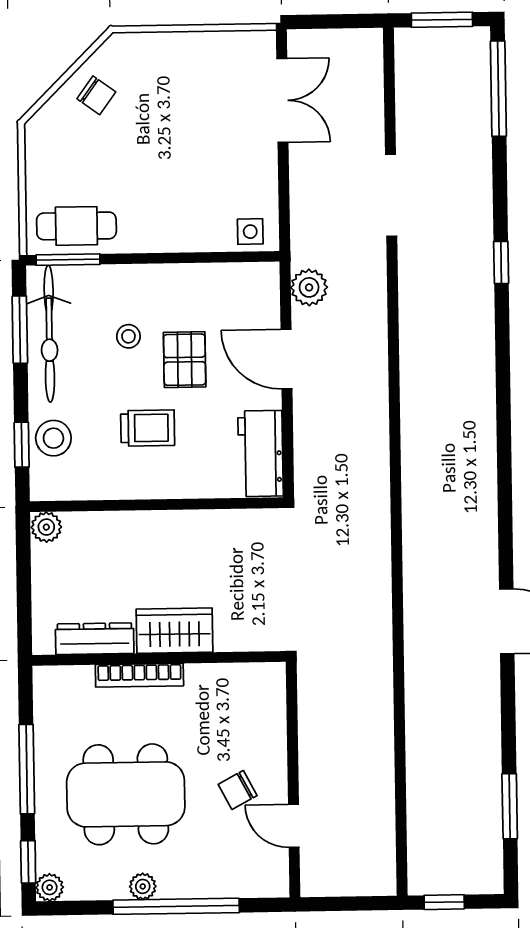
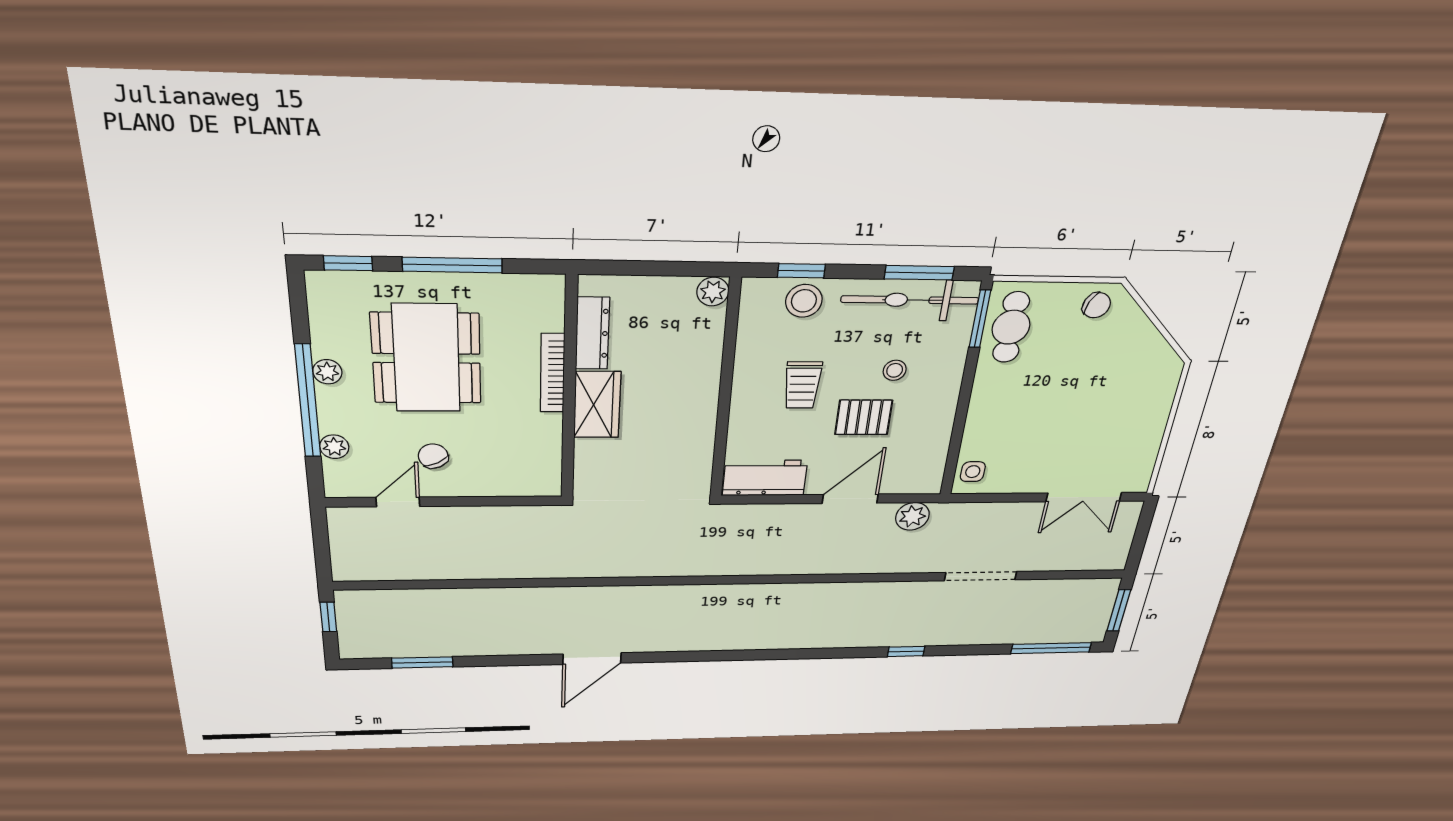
chair: (96, 95) -> (1096, 305), moved, turned -103
plant: (50, 887) -> (334, 447), moved

